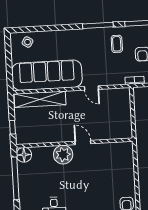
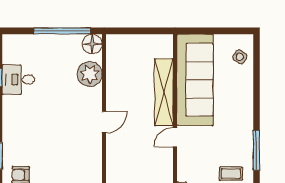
shelving: (40, 99) -> (164, 92), moved
window: (12, 127) -> (129, 31), removed
plant: (63, 155) -> (90, 74), moved

